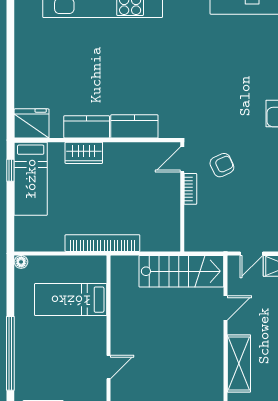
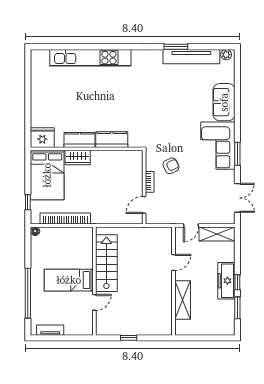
door: (182, 159) -> (144, 205), moved
window: (10, 170) -> (28, 202), moved
bed: (31, 179) -> (47, 175), width x1.50
bookcase: (102, 243) -> (65, 218), moved
stairs: (181, 271) -> (106, 263), moved, turned -90
bed: (71, 300) -> (69, 280), moved

